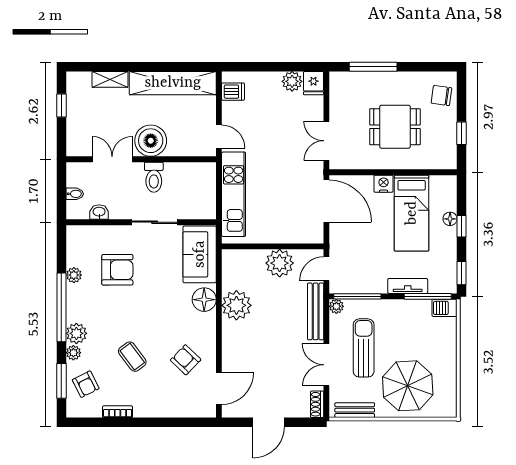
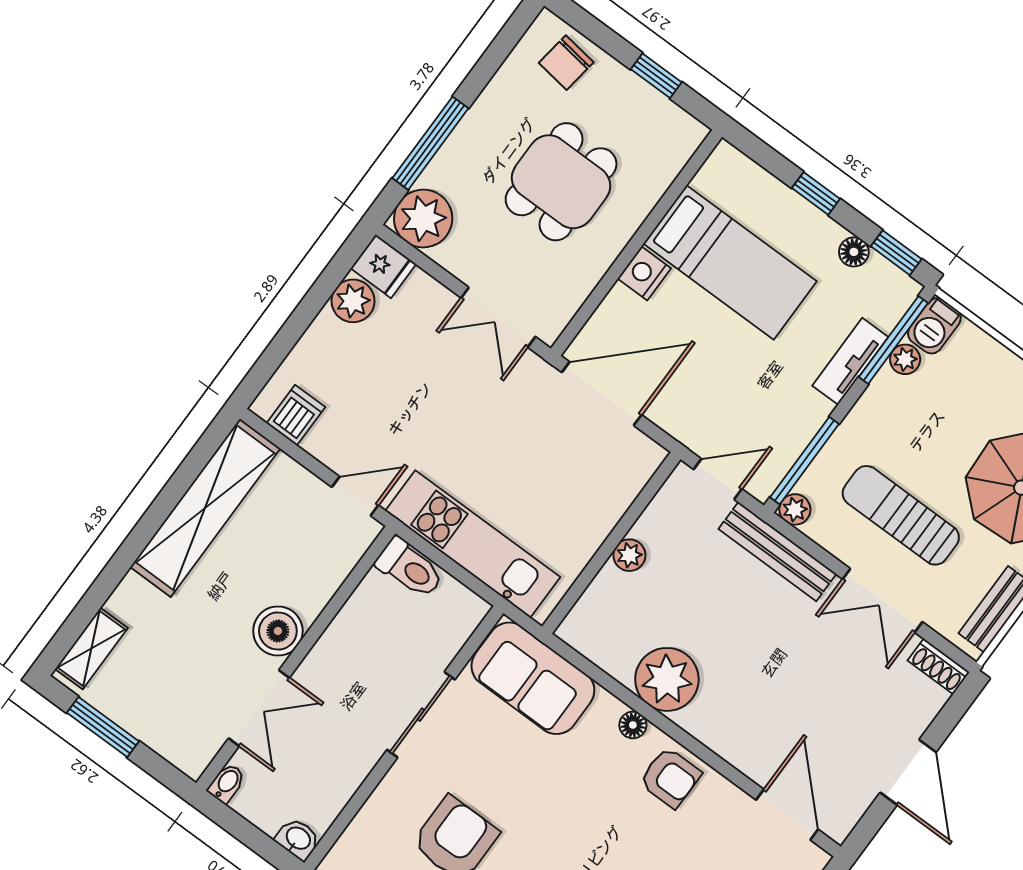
shelving: (110, 79) -> (91, 649), moved
plant: (343, 85) -> (423, 218), added
window: (61, 106) -> (103, 727), width x1.50
boiler: (151, 141) -> (278, 631), width x0.73, depth x0.73
double door: (112, 159) -> (259, 708), swing flipped
toilet: (154, 177) -> (410, 568), moved
bidet: (75, 194) -> (227, 783), moved
washbasin: (99, 212) -> (298, 839), moved, turned 90
floor lamp: (450, 219) -> (854, 252), moved
plant: (280, 263) -> (629, 555), width x0.53, depth x0.53
door: (326, 269) -> (718, 479), swing flipped
floor lamp: (204, 300) -> (633, 725), width x0.53, depth x0.53
plant: (424, 306) -> (905, 359), added
armchair: (186, 360) -> (670, 777), moved, turned -134

